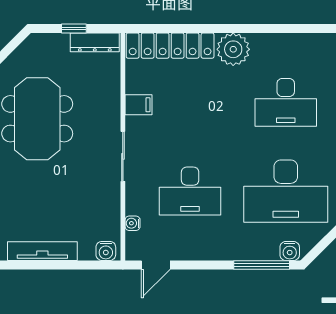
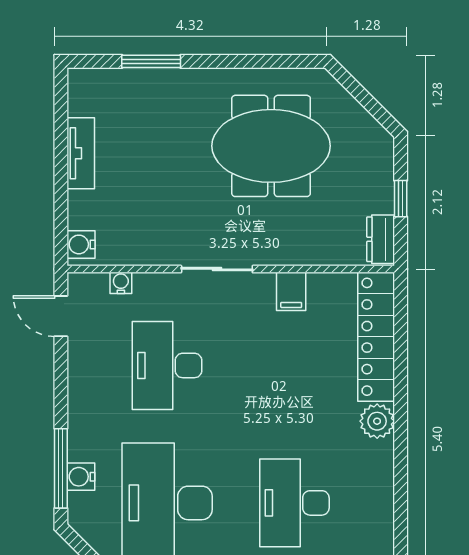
dresser: (95, 42) -> (381, 239), width x0.70
plant: (233, 49) -> (377, 421), width x0.73, depth x0.73
tv unit: (42, 251) -> (81, 153), width x0.71
water cooler: (290, 251) -> (81, 477), moved

